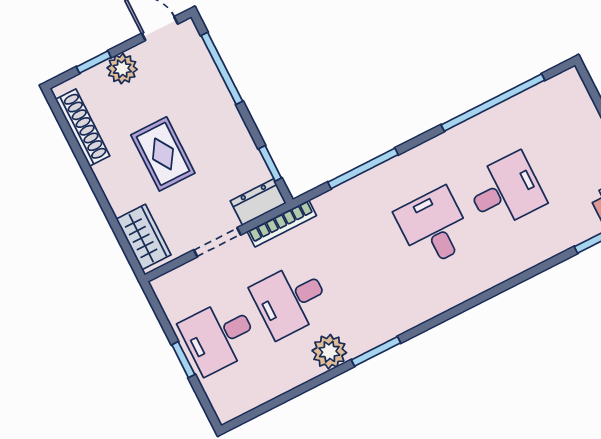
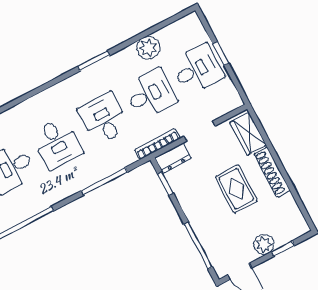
shoe rack: (83, 128) -> (272, 172), moved
desk: (362, 264) -> (104, 119), added
plant: (329, 352) -> (148, 48), moved

